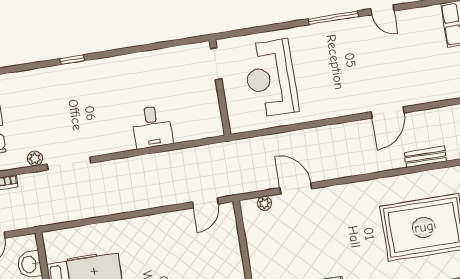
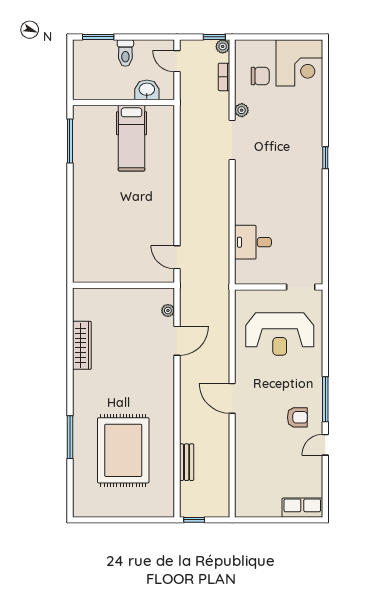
armchair: (358, 45) -> (297, 417), added
reception desk: (271, 78) -> (280, 334), turned 180
door: (388, 112) -> (232, 398), moved
desk: (152, 127) -> (253, 242), moved

